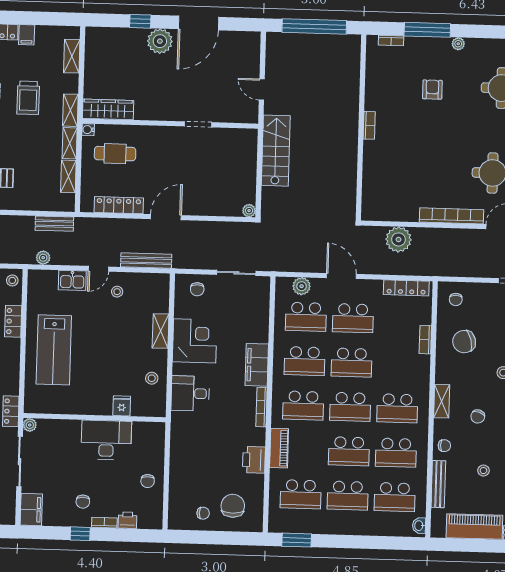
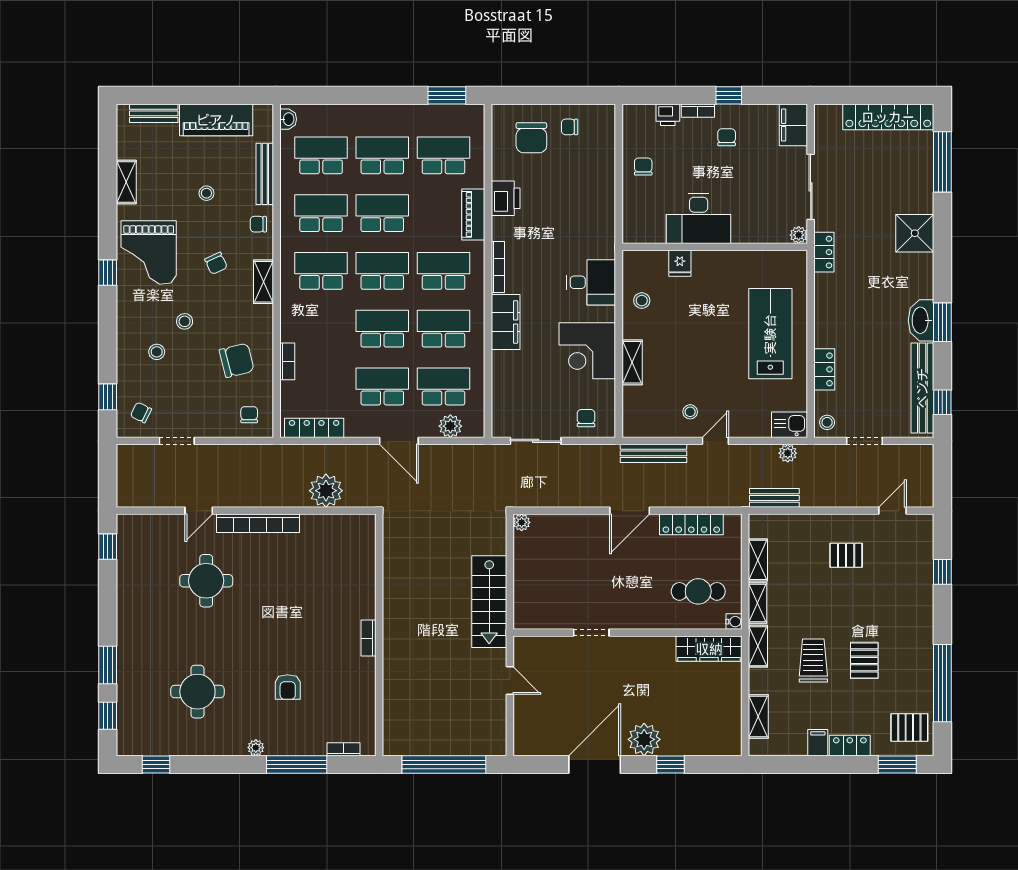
kitchen sink: (72, 280) -> (789, 425), moved
chair: (478, 417) -> (216, 263), turned 136

